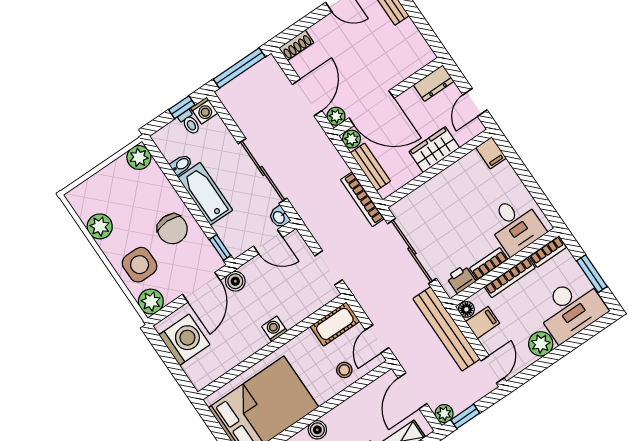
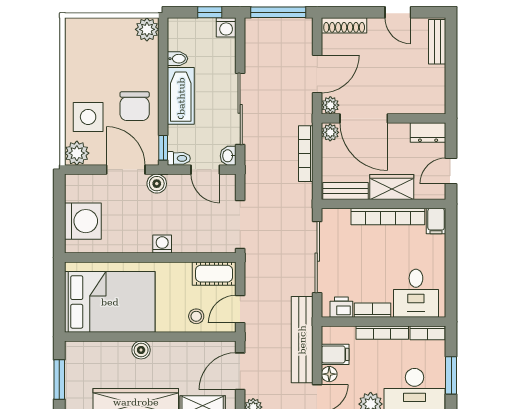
shoe rack: (296, 45) -> (344, 25), width x1.43
toilet: (190, 123) -> (179, 158), moved, turned -90
bench: (370, 167) -> (346, 191), moved, turned 90
bookcase: (448, 177) -> (388, 217), added
bookcase: (362, 199) -> (306, 154), moved
plant: (100, 226) -> (77, 64), removed
doorway: (329, 268) -> (240, 225), width x1.38
door: (201, 287) -> (126, 170), swing flipped
floor lamp: (466, 309) -> (329, 374), moved
washing machine: (184, 340) -> (83, 221), moved

